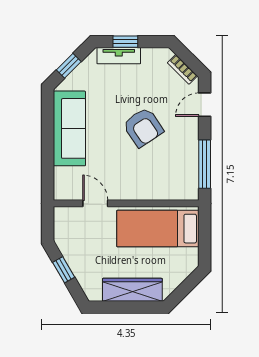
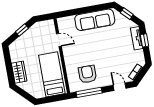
armchair: (143, 127) -> (87, 74), moved, turned 124
door: (95, 203) -> (59, 40), hinge flipped
wardrobe: (132, 290) -> (19, 72), width x0.67

